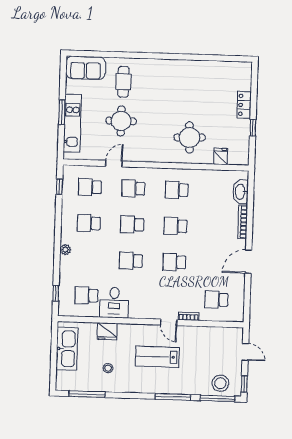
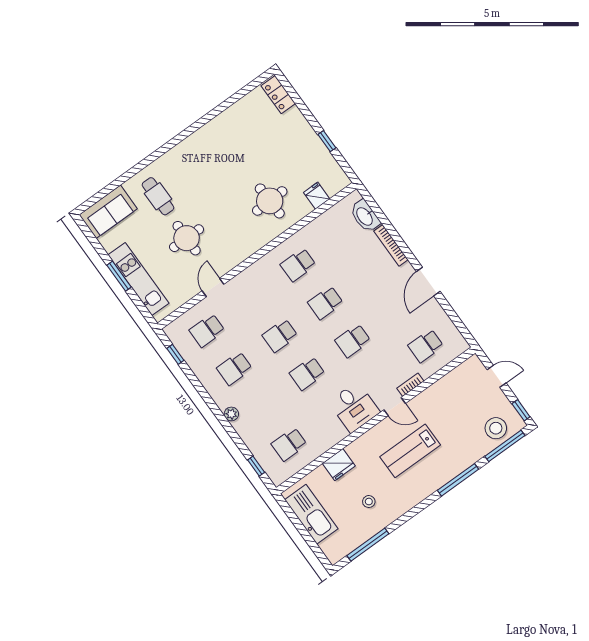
locker: (244, 105) -> (278, 95), moved
school desk: (133, 188) -> (253, 298), removed
desk: (114, 303) -> (354, 407), moved

